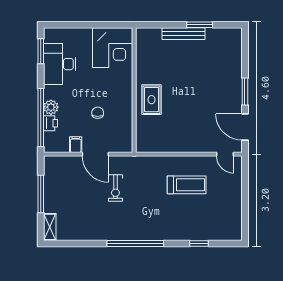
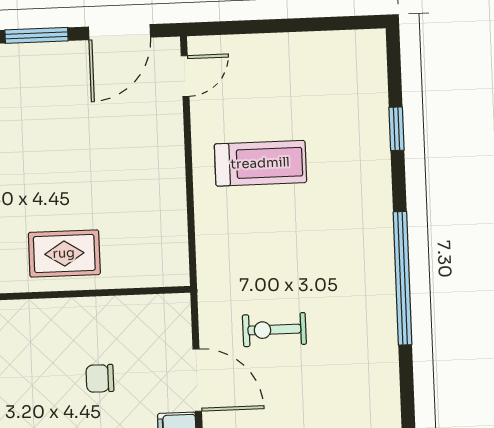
door: (95, 154) -> (197, 380), hinge flipped
treadmill: (187, 185) -> (260, 163), turned 90
exercise bike: (115, 188) -> (274, 330), turned 180

